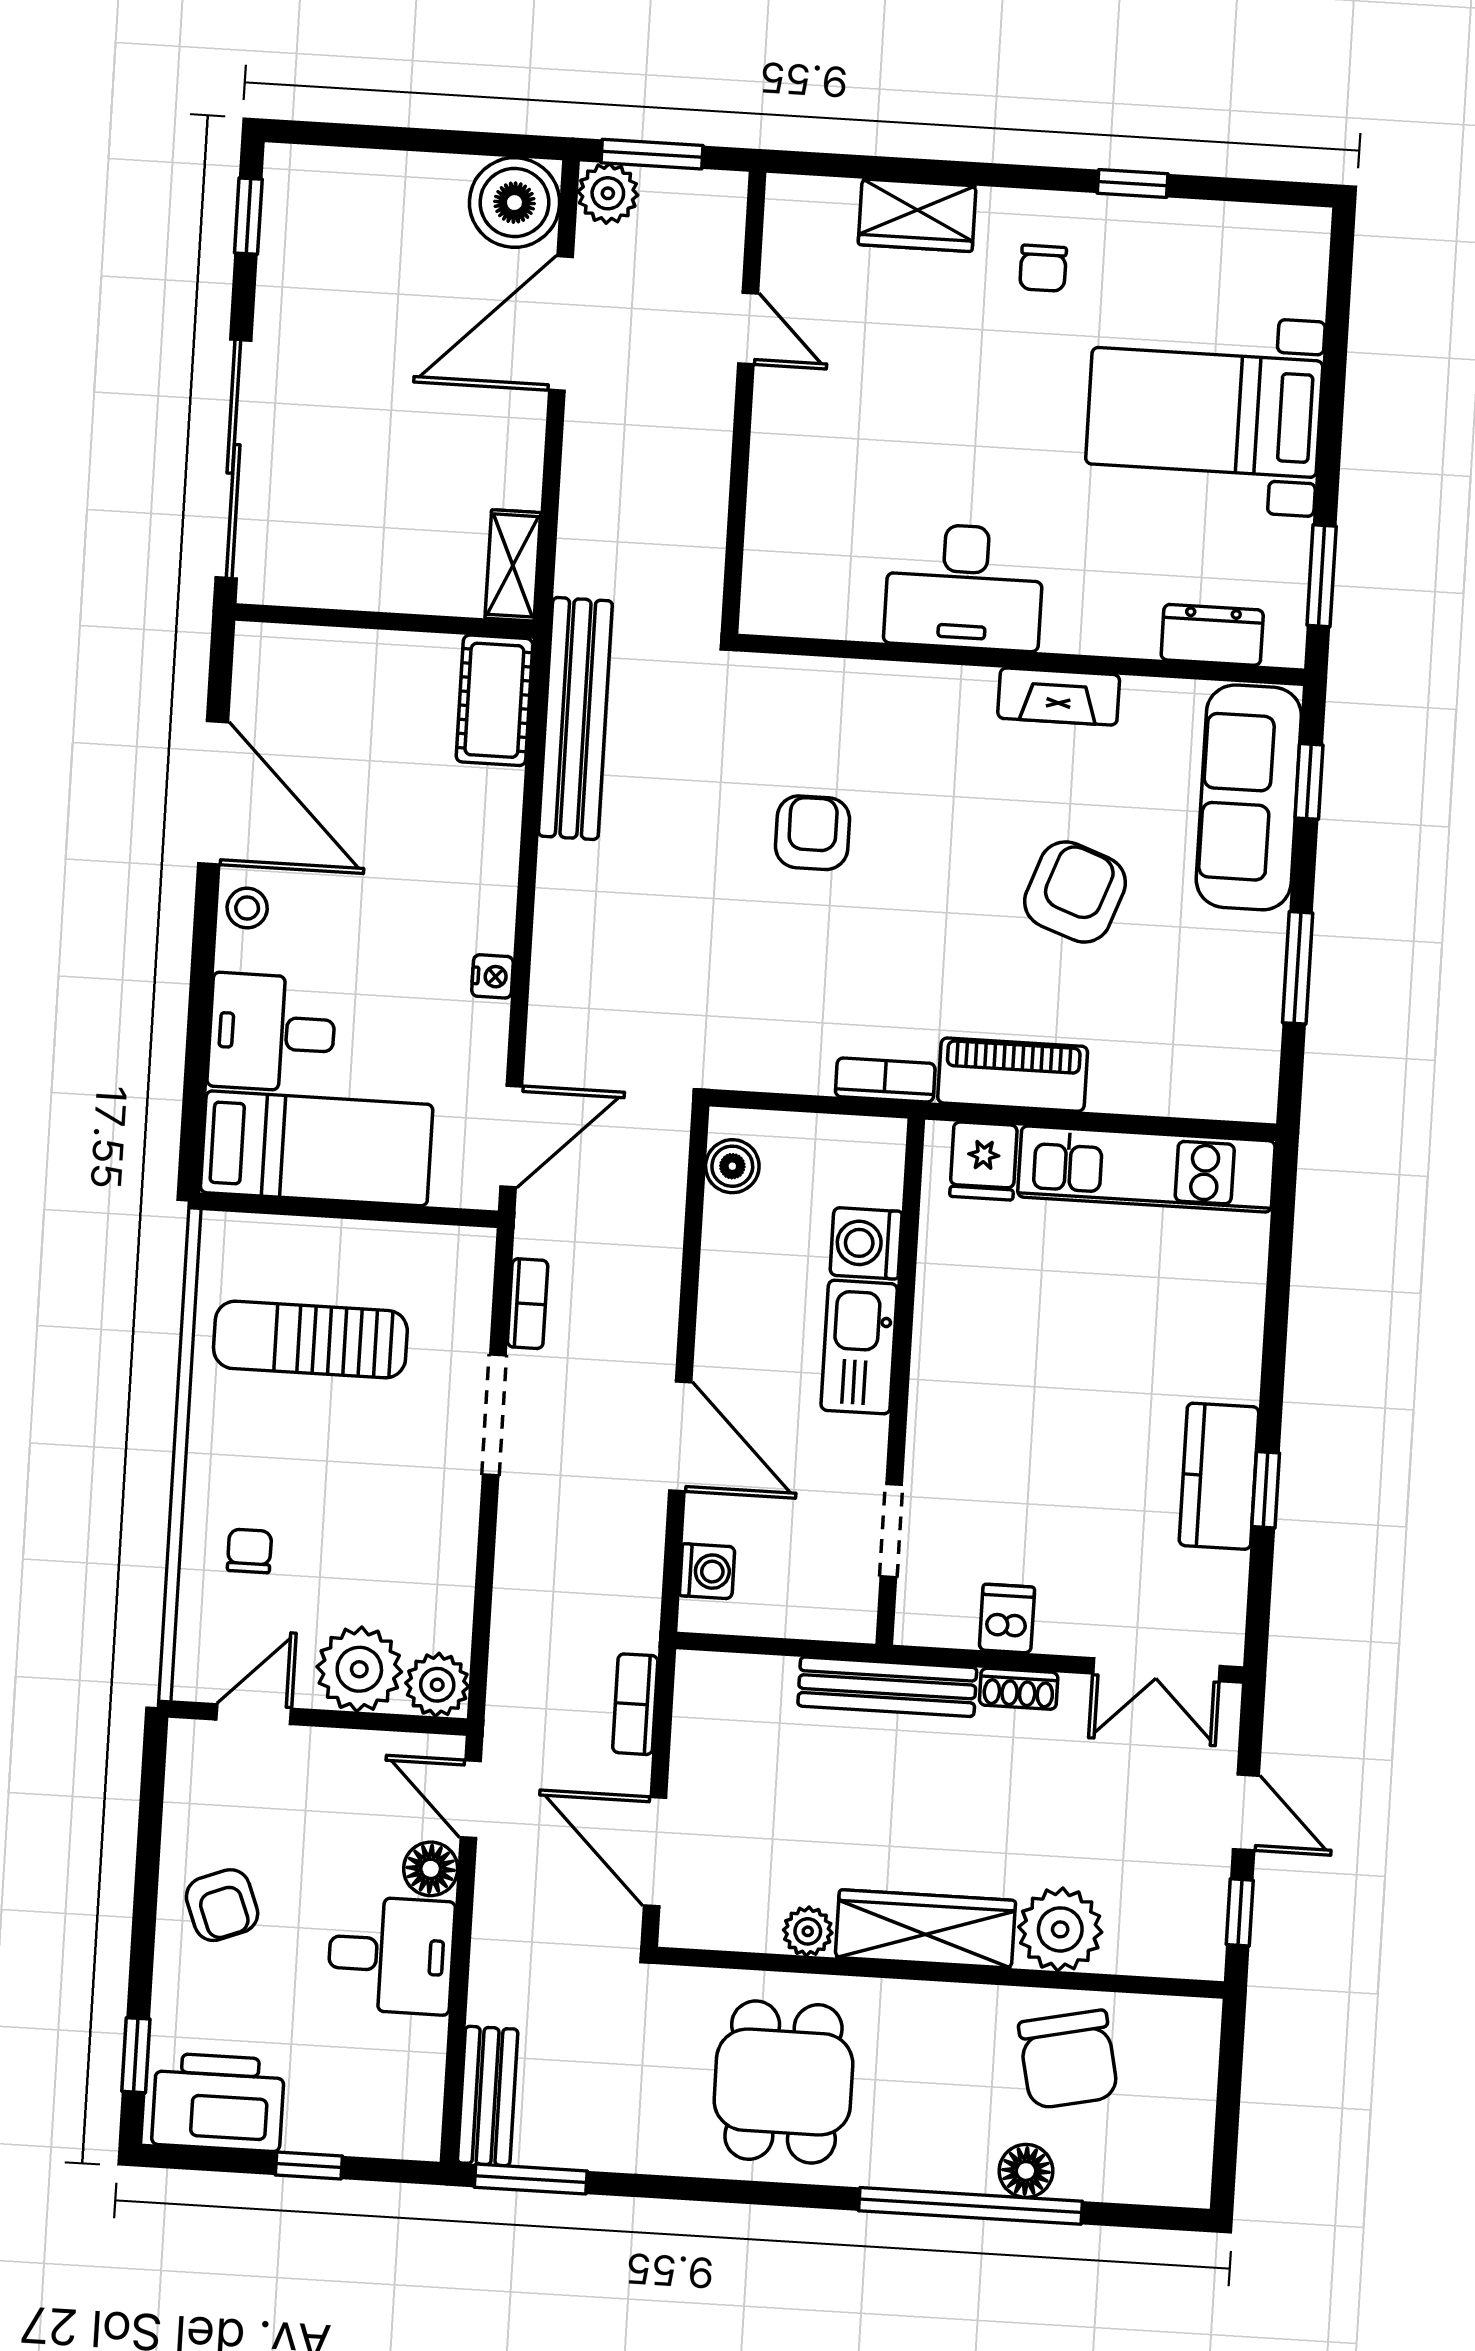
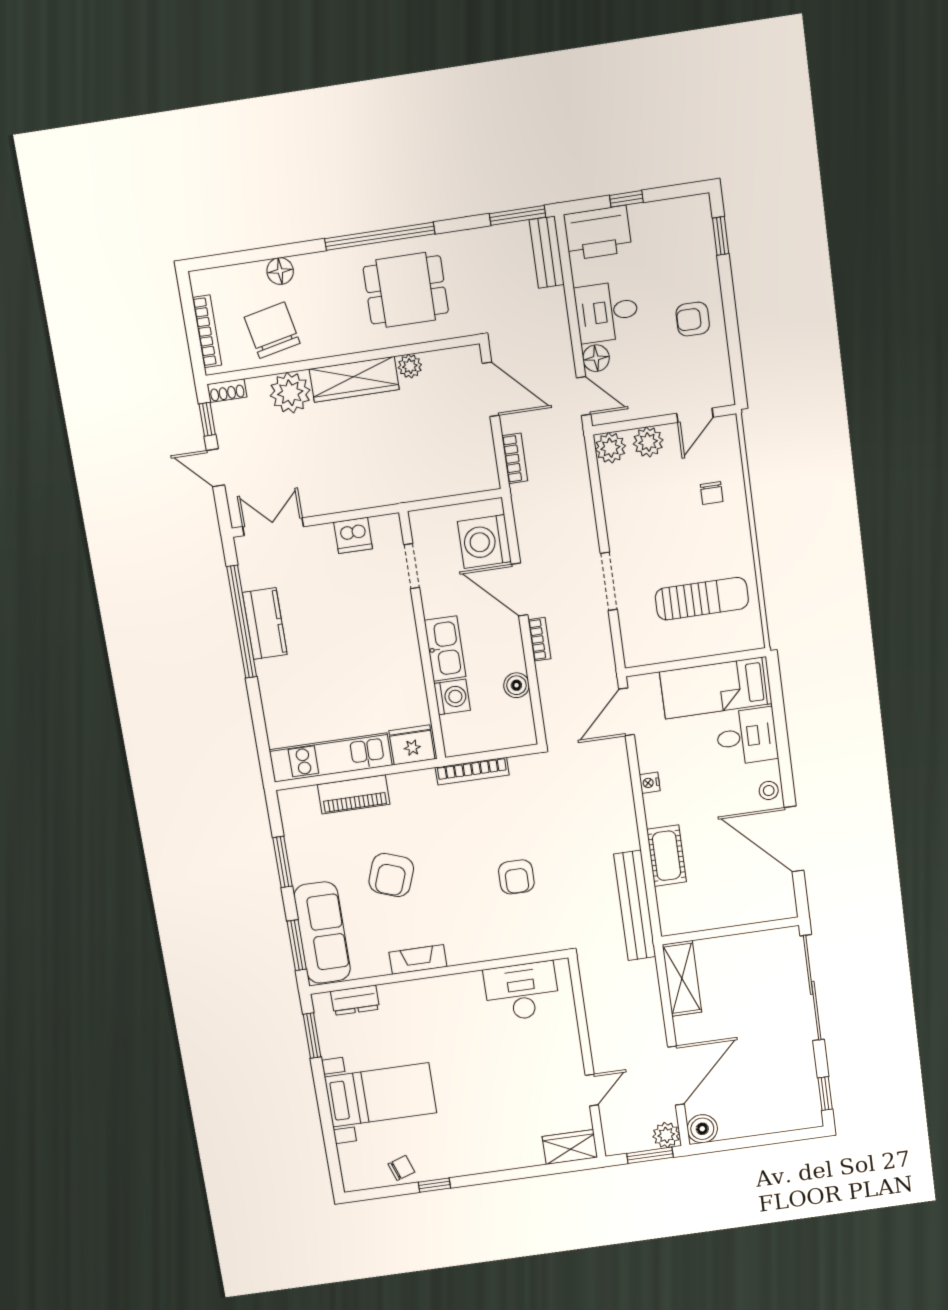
boiler: (514, 203) -> (702, 1129), width x0.73, depth x0.73
wardrobe: (917, 215) -> (570, 1147), moved
chair: (1043, 268) -> (401, 1168), moved, turned 71
door: (748, 328) -> (592, 1090), swing flipped
shelving: (513, 565) -> (682, 978), width x1.50, depth x1.33
desk: (964, 587) -> (522, 991), moved
cot: (494, 700) -> (666, 856), moved
window: (1309, 781) -> (297, 945), width x1.50
piano: (1013, 1075) -> (354, 794), moved
bookcase: (885, 1080) -> (472, 771), width x1.56
fridge: (983, 1161) -> (412, 745), width x1.38
boiler: (732, 1166) -> (516, 685), moved
bookcase: (528, 1304) -> (540, 639), moved, turned 180
window: (1266, 1490) -> (242, 622), width x3.17
washing machine: (707, 1571) -> (484, 542), width x1.89, depth x1.89
dishwasher: (1007, 1619) -> (353, 535), width x1.38
plant: (359, 1669) -> (648, 442), width x0.73, depth x0.73
bench: (887, 1687) -> (398, 492), removed
shoe rack: (1019, 1689) -> (227, 391), moved, turned 180
armchair: (222, 1905) -> (693, 319), turned -69
dining table: (783, 2082) -> (406, 290), turned 90
bookcase: (1199, 2085) -> (207, 331), added
printer: (218, 2102) -> (598, 233), moved
window: (971, 2206) -> (380, 236), moved

